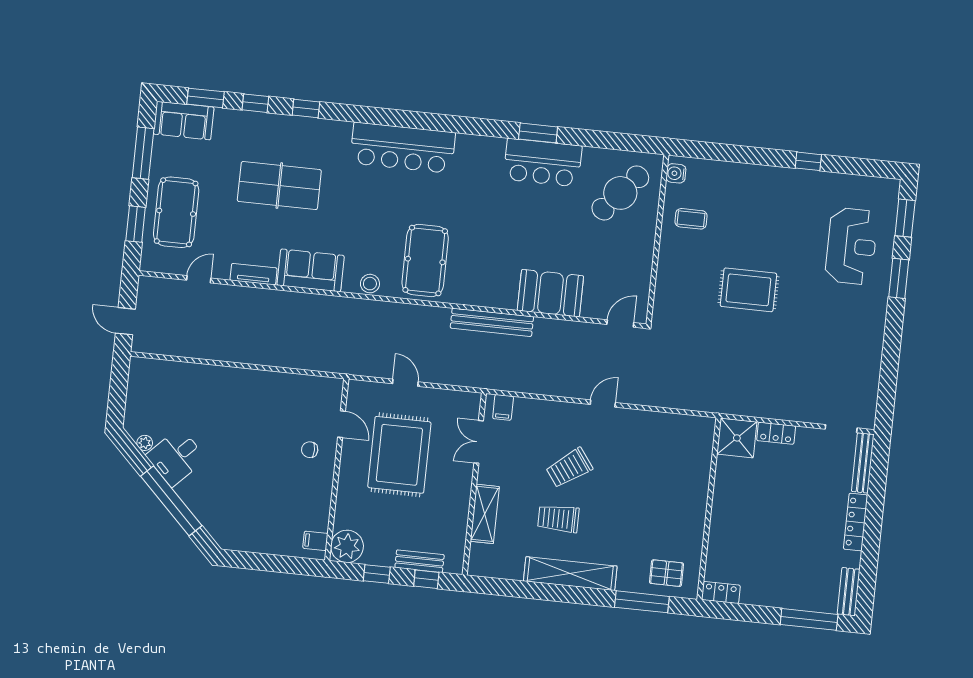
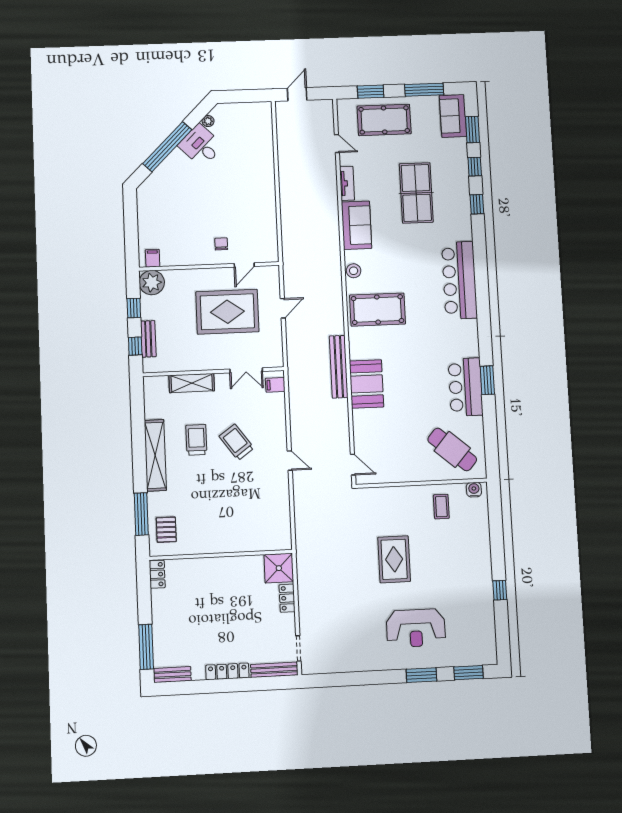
reception desk: (851, 246) -> (416, 628), moved
booth: (550, 293) -> (366, 384), moved
double door: (479, 442) -> (246, 370), swing flipped

